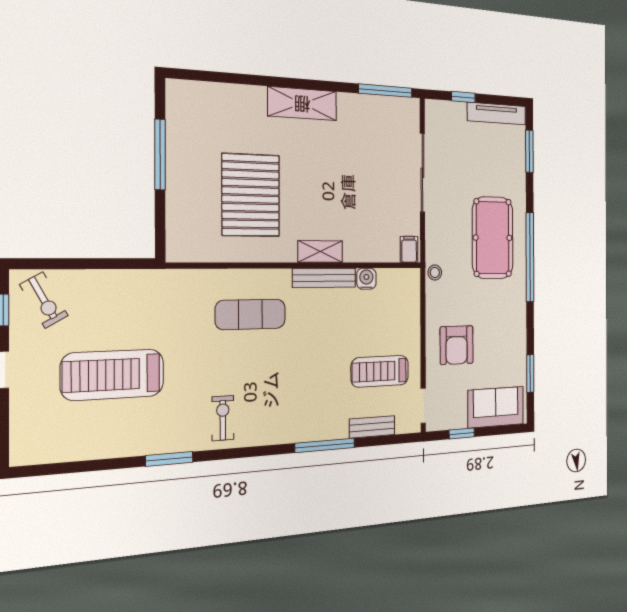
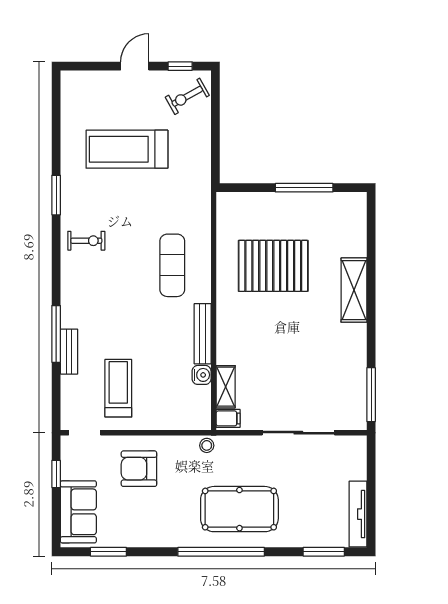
window: (463, 97) -> (371, 477), removed
shelving: (302, 104) -> (354, 290), moved
shelving: (320, 252) -> (226, 387), moved
treadmill: (113, 375) -> (127, 149), turned -90
bench: (372, 427) -> (69, 352), moved

